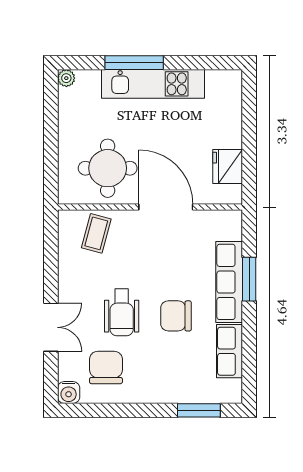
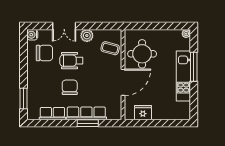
plant: (70, 281) -> (87, 36), added

